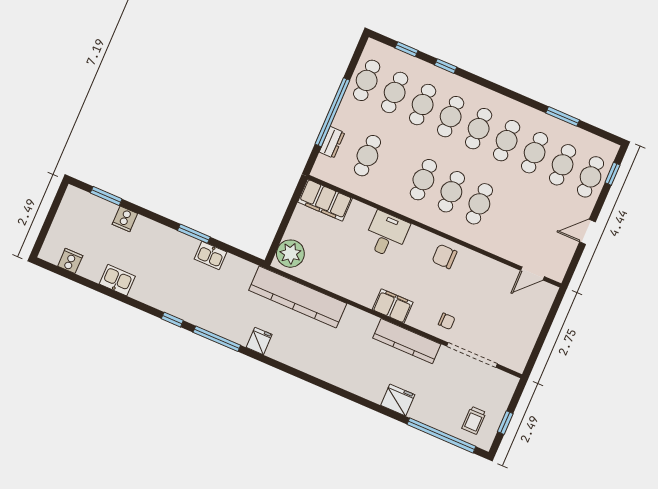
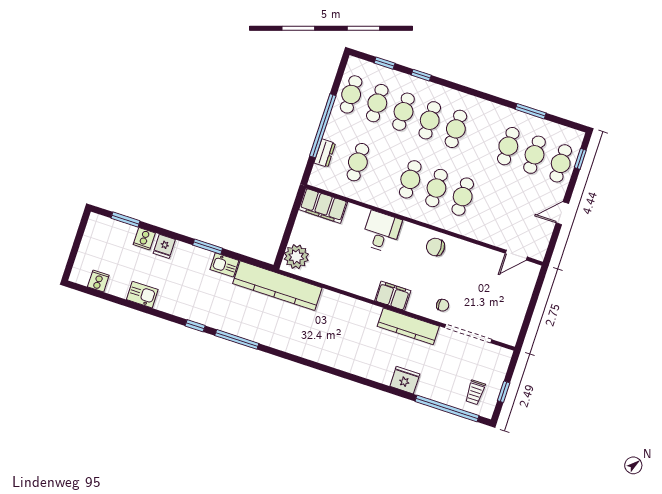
cafe table: (507, 141) -> (482, 138), removed
kitchen counter: (298, 297) -> (277, 286), moved
fridge: (259, 341) -> (164, 246), moved, turned 180

